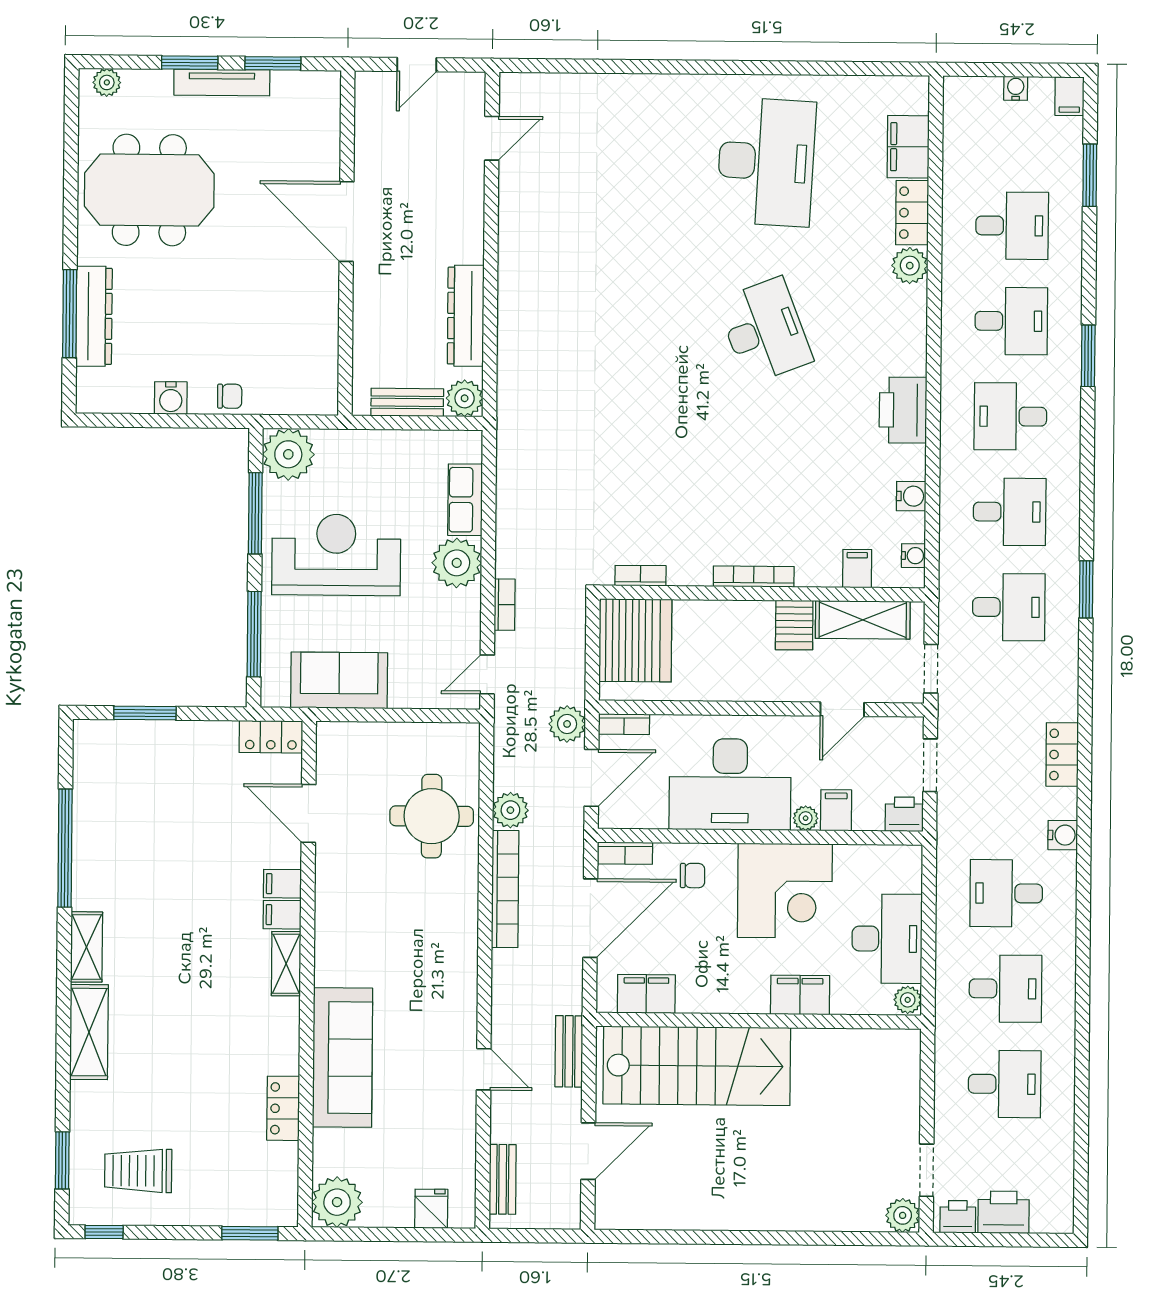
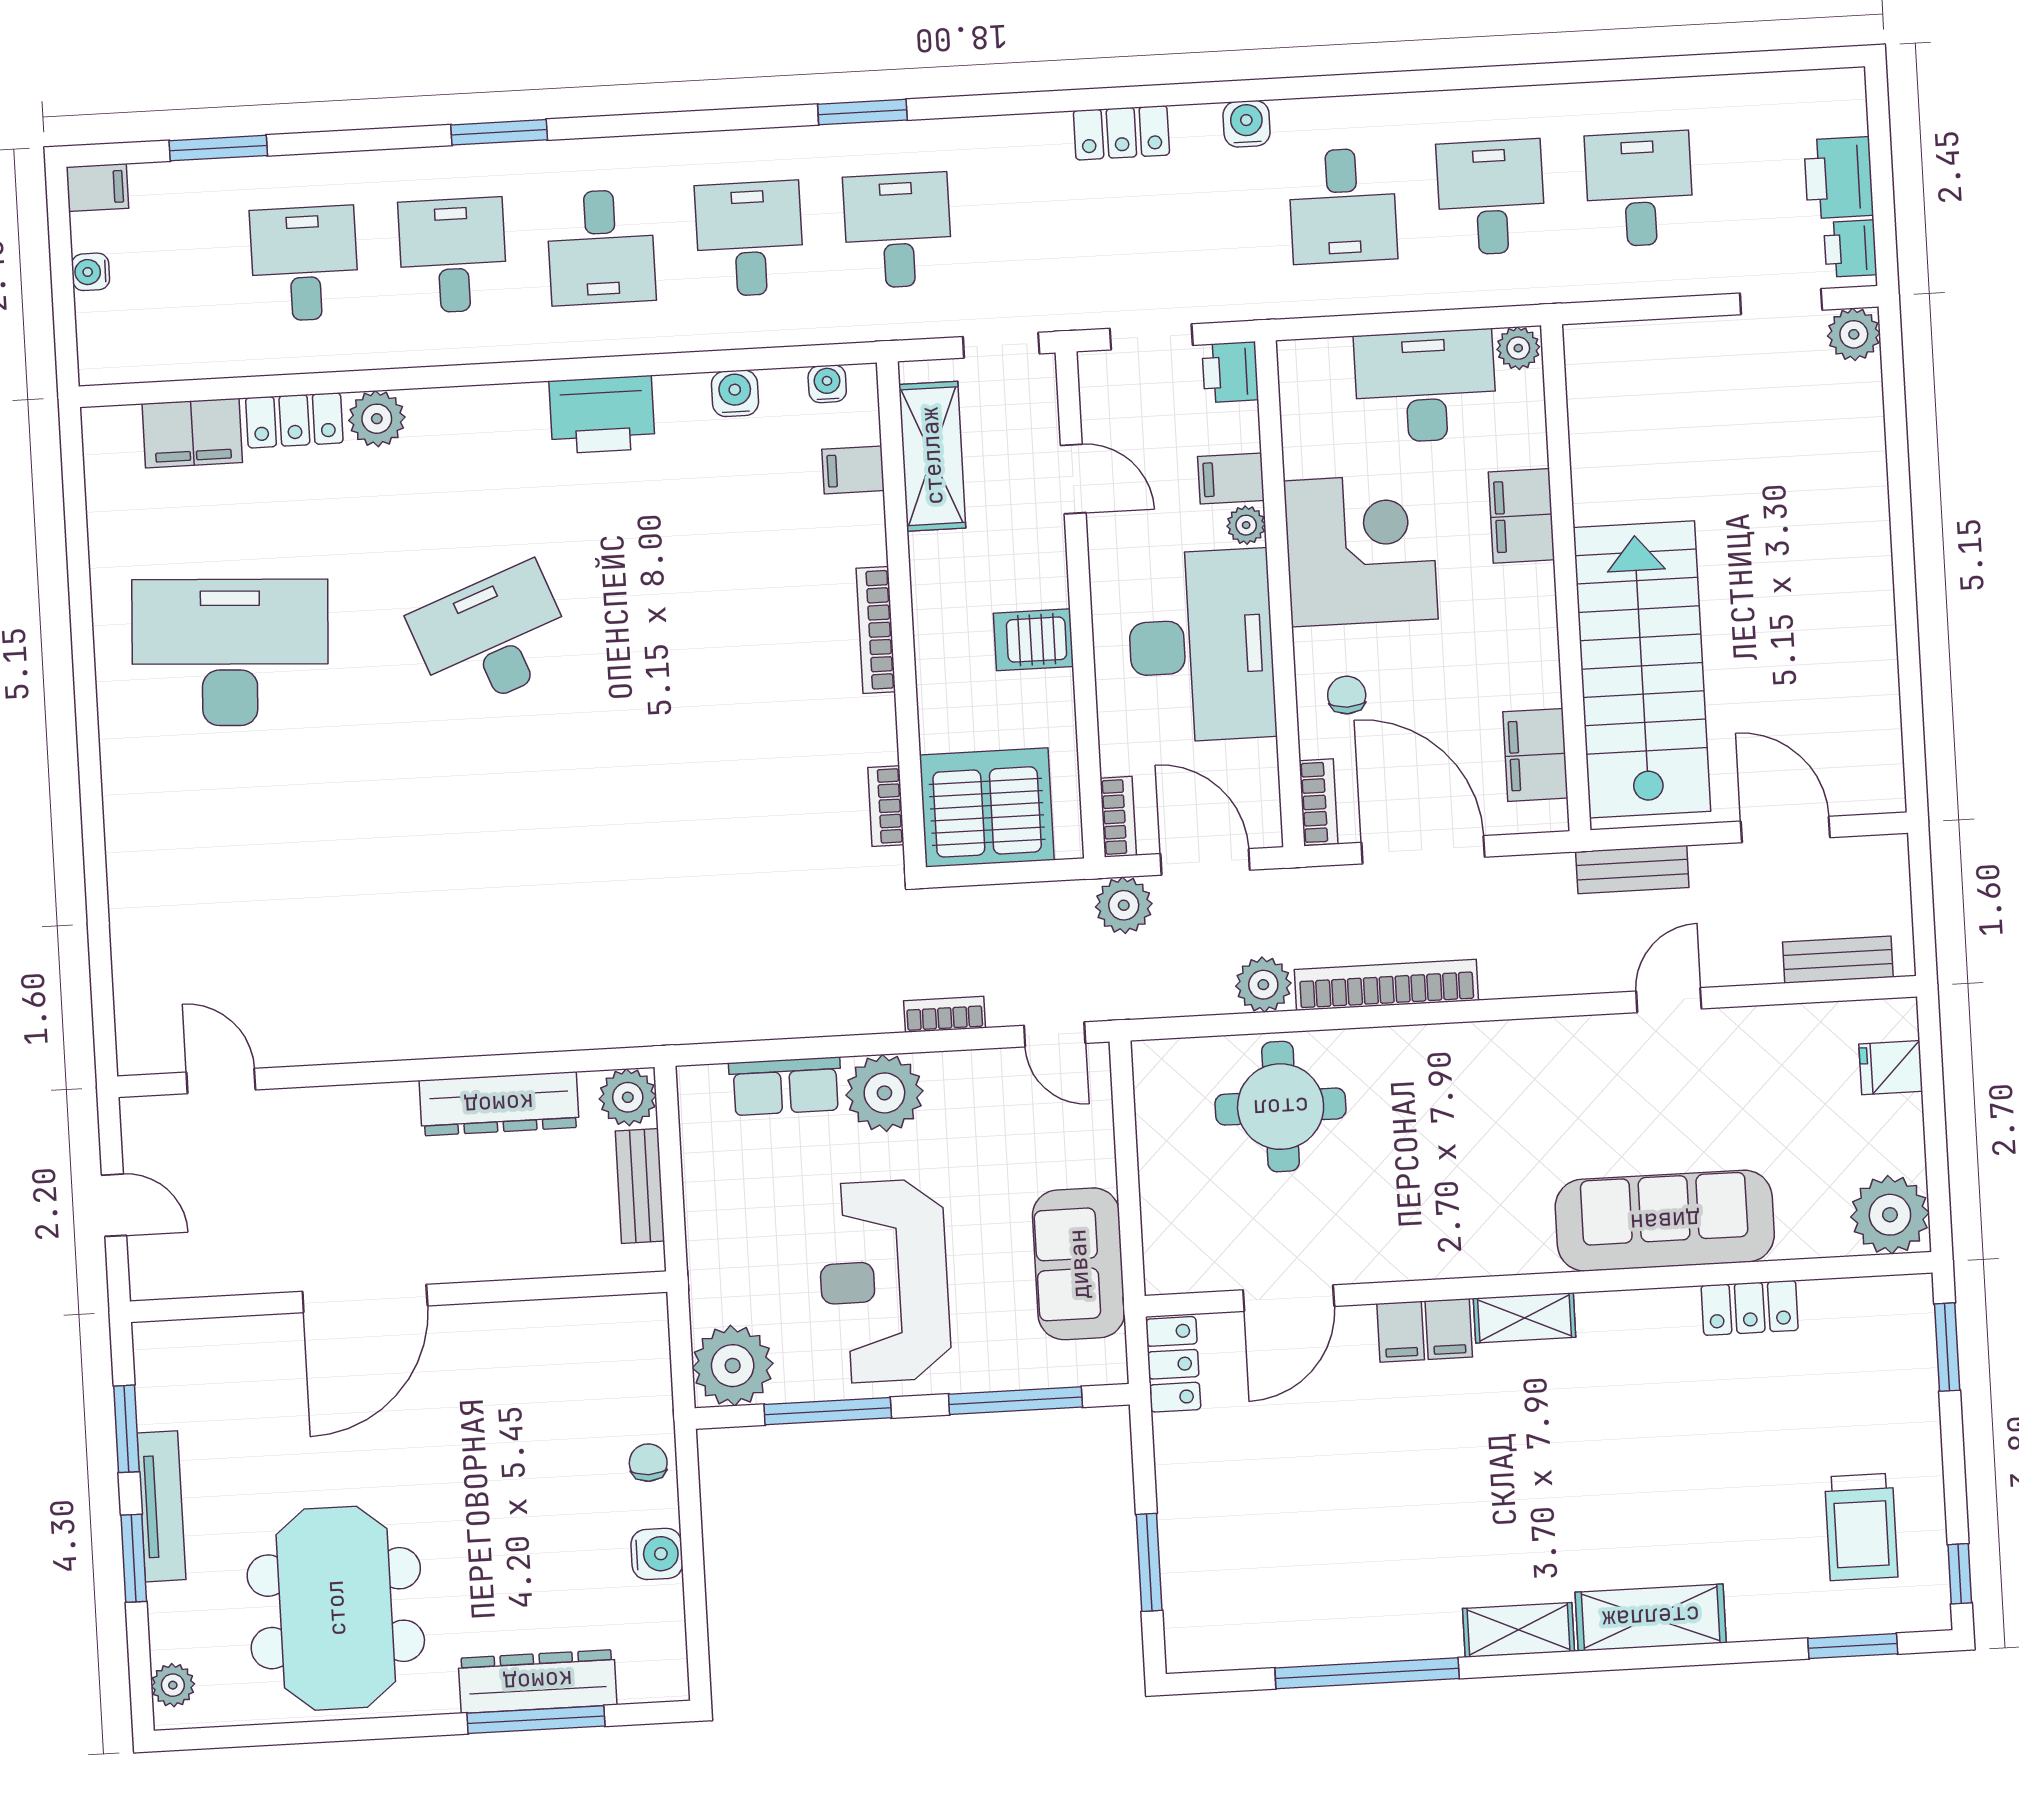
server rack: (794, 625) -> (1033, 640), moved, turned 180

